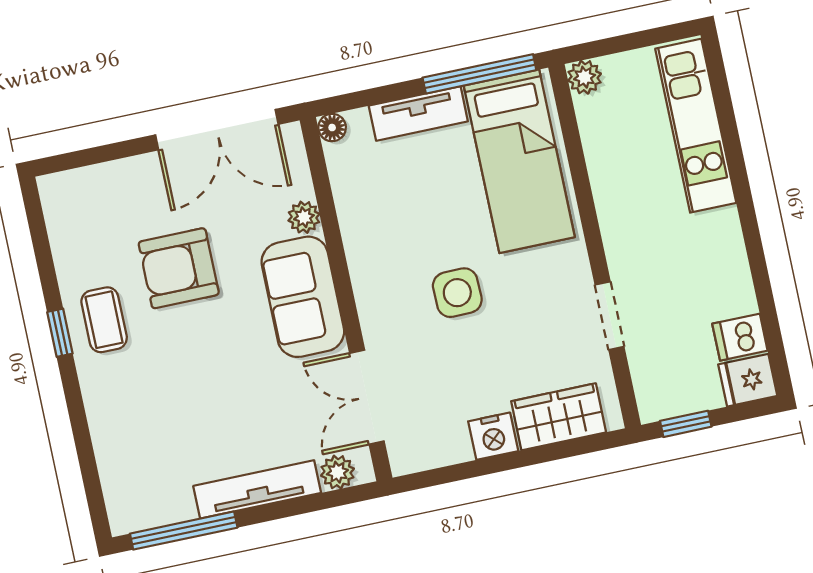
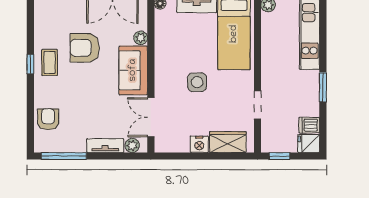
window: (753, 242) -> (323, 87), added
armchair: (129, 453) -> (48, 119), added
tv unit: (257, 489) -> (105, 146), width x0.71

